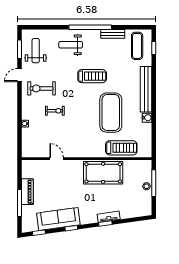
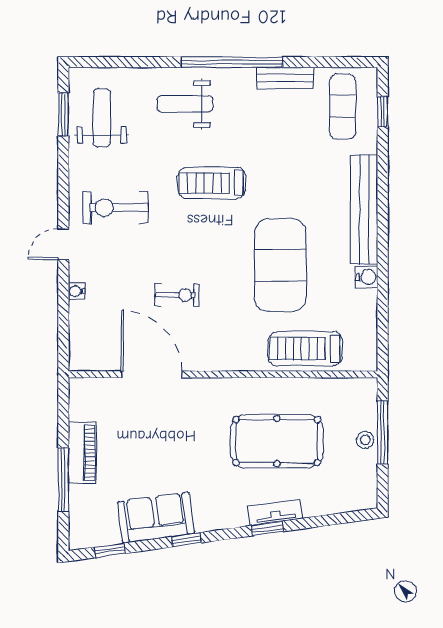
door: (19, 75) -> (63, 244), moved
treadmill: (92, 76) -> (212, 183), moved, turned 180
exercise bike: (55, 111) -> (177, 295), moved
treadmill: (121, 148) -> (305, 349), turned 180
door: (57, 159) -> (152, 374), width x1.87
pool table: (103, 173) -> (277, 441), moved
sofa: (58, 219) -> (156, 518), width x0.73

